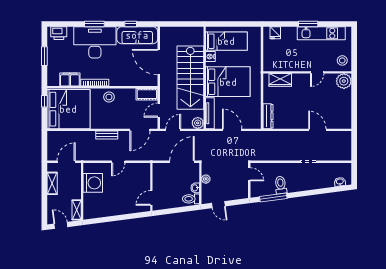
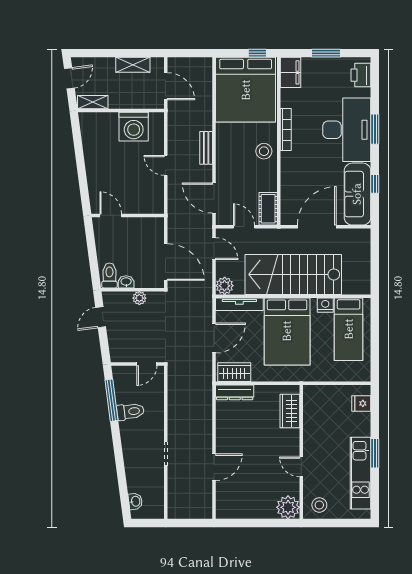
filing cabinet: (70, 79) -> (290, 72), moved
wardrobe: (255, 117) -> (234, 372), added

